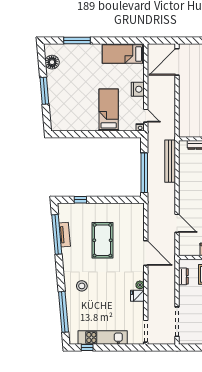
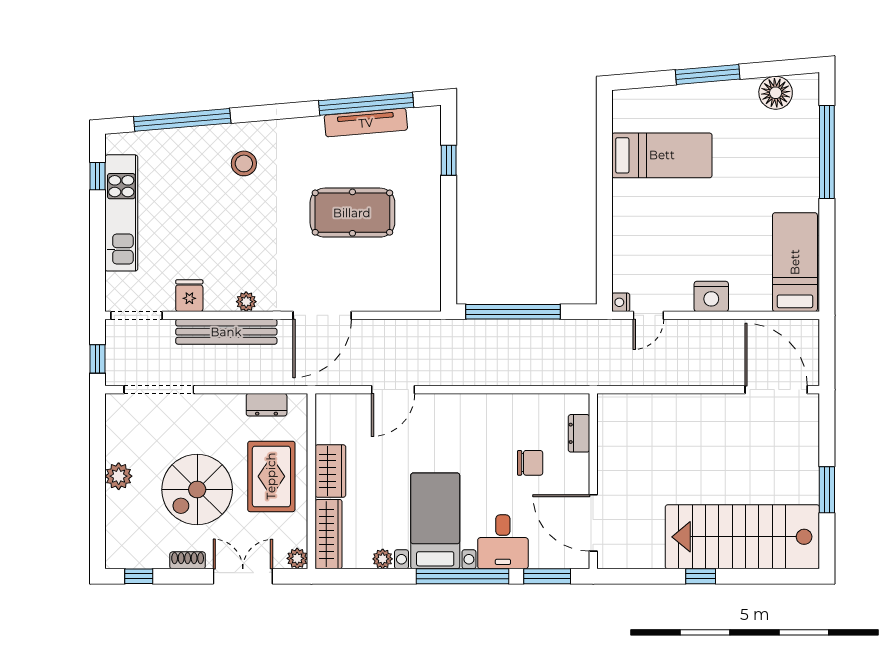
window: (77, 41) -> (827, 152), width x1.46
bed: (109, 110) -> (662, 155), moved
bench: (170, 161) -> (226, 332), moved
tv unit: (65, 235) -> (366, 123), width x1.41
fridge: (137, 296) -> (189, 296), moved
window: (164, 348) -> (97, 359), added

